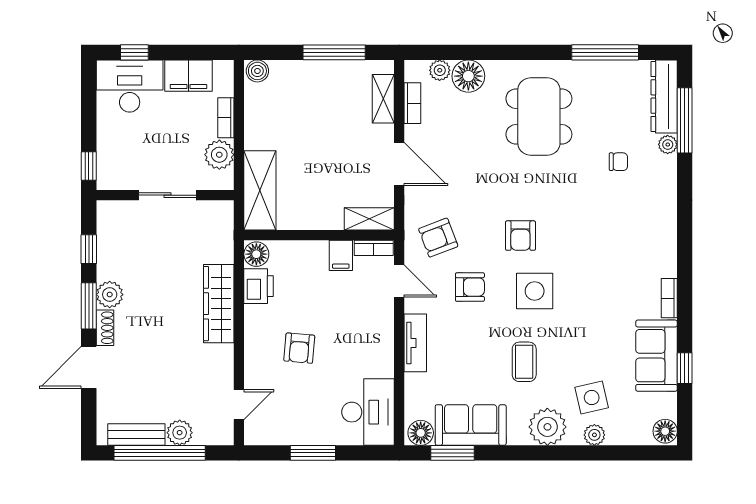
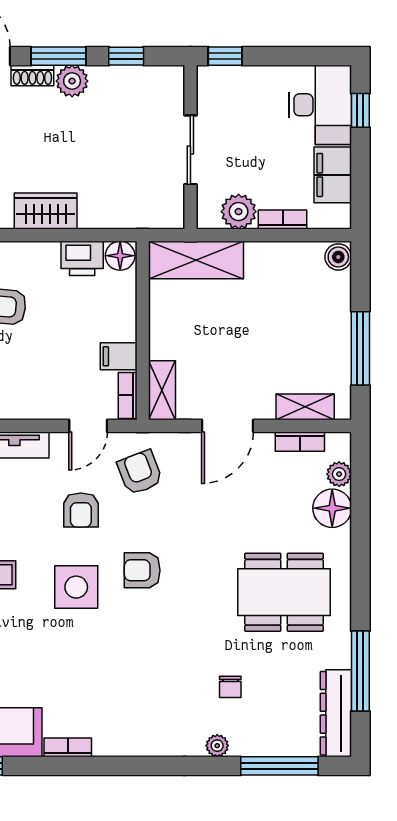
dresser: (664, 96) -> (336, 713), moved, turned -90
plant: (668, 145) -> (217, 746), moved
wardrobe: (219, 304) -> (46, 211), width x0.67

